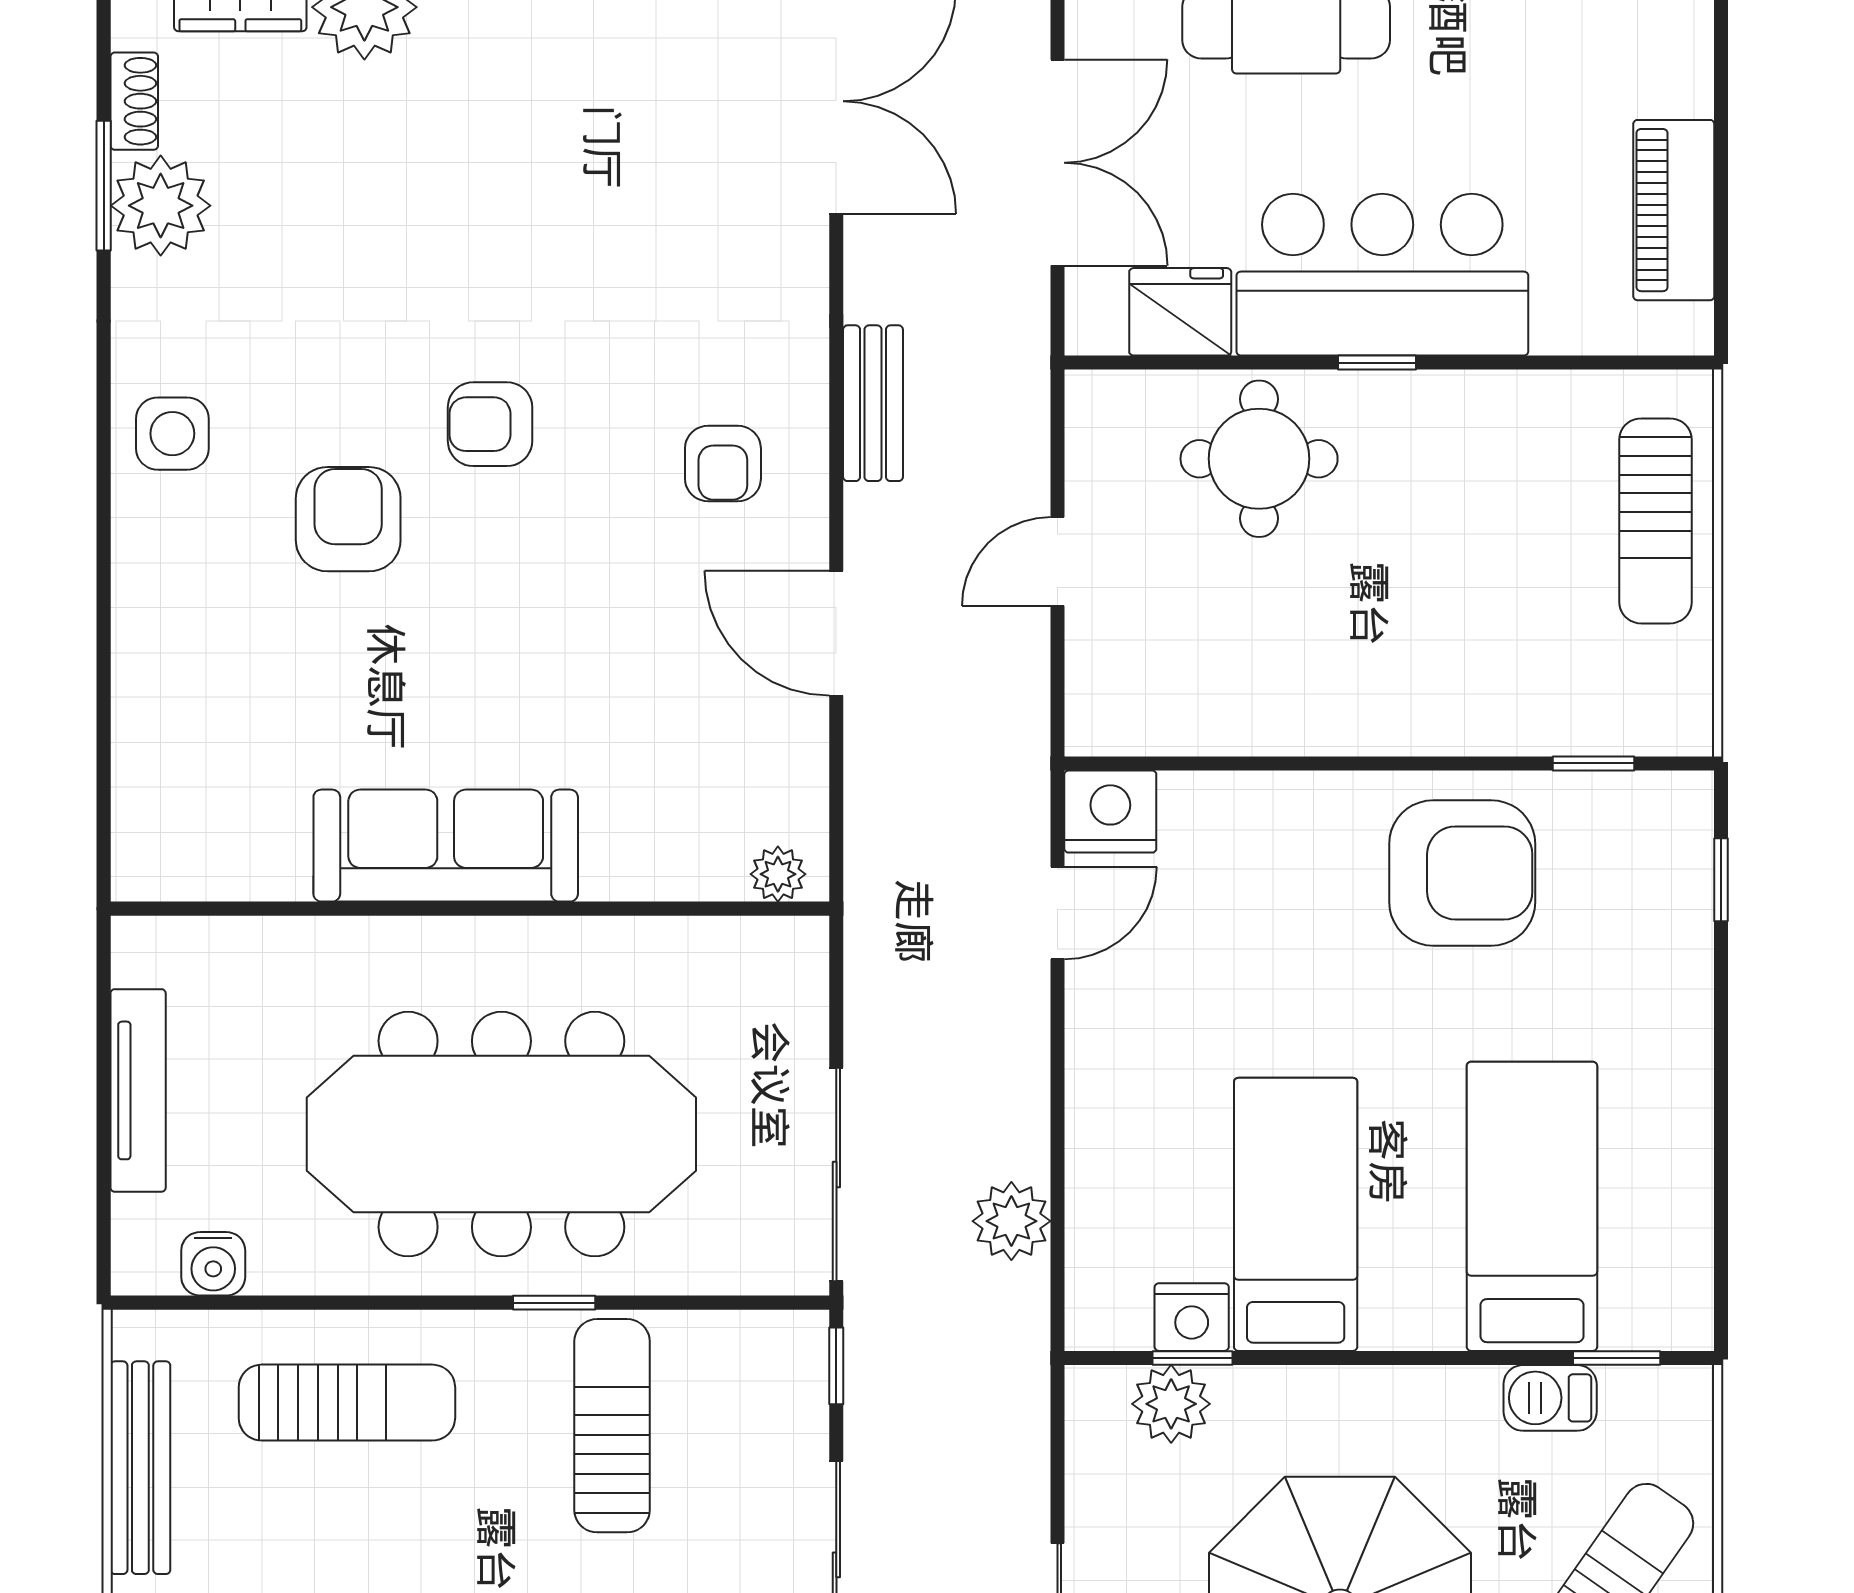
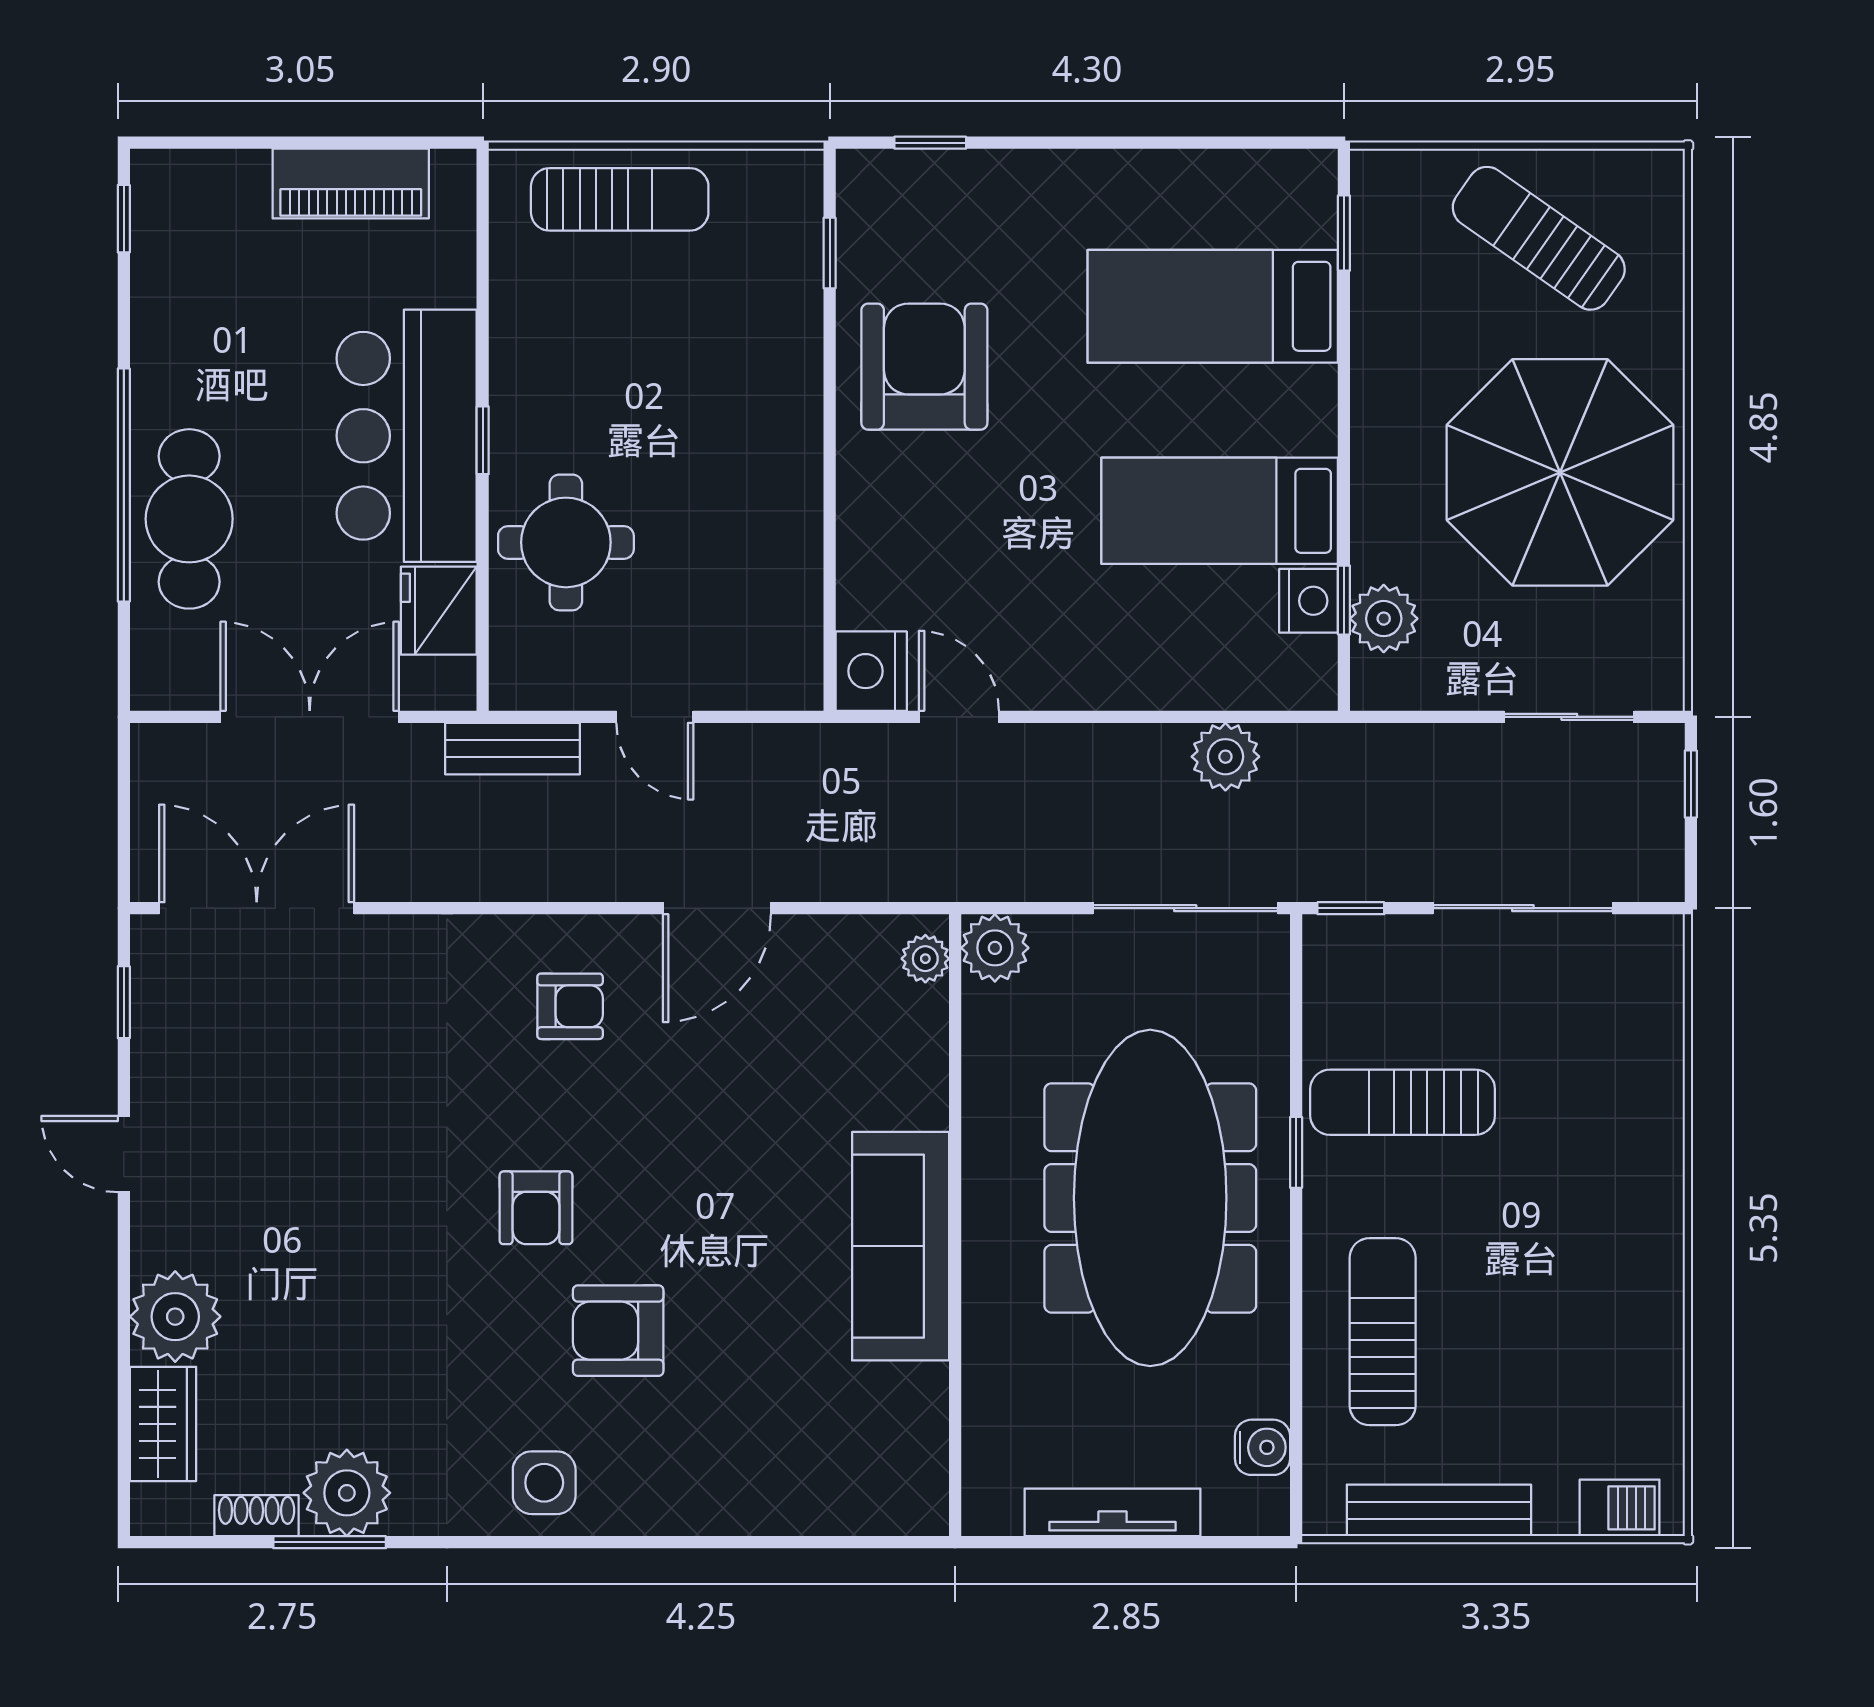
bench: (873, 403) -> (512, 749), moved
plant: (790, 955) -> (995, 948), added
barbecue: (1550, 1398) -> (1379, 291), removed

